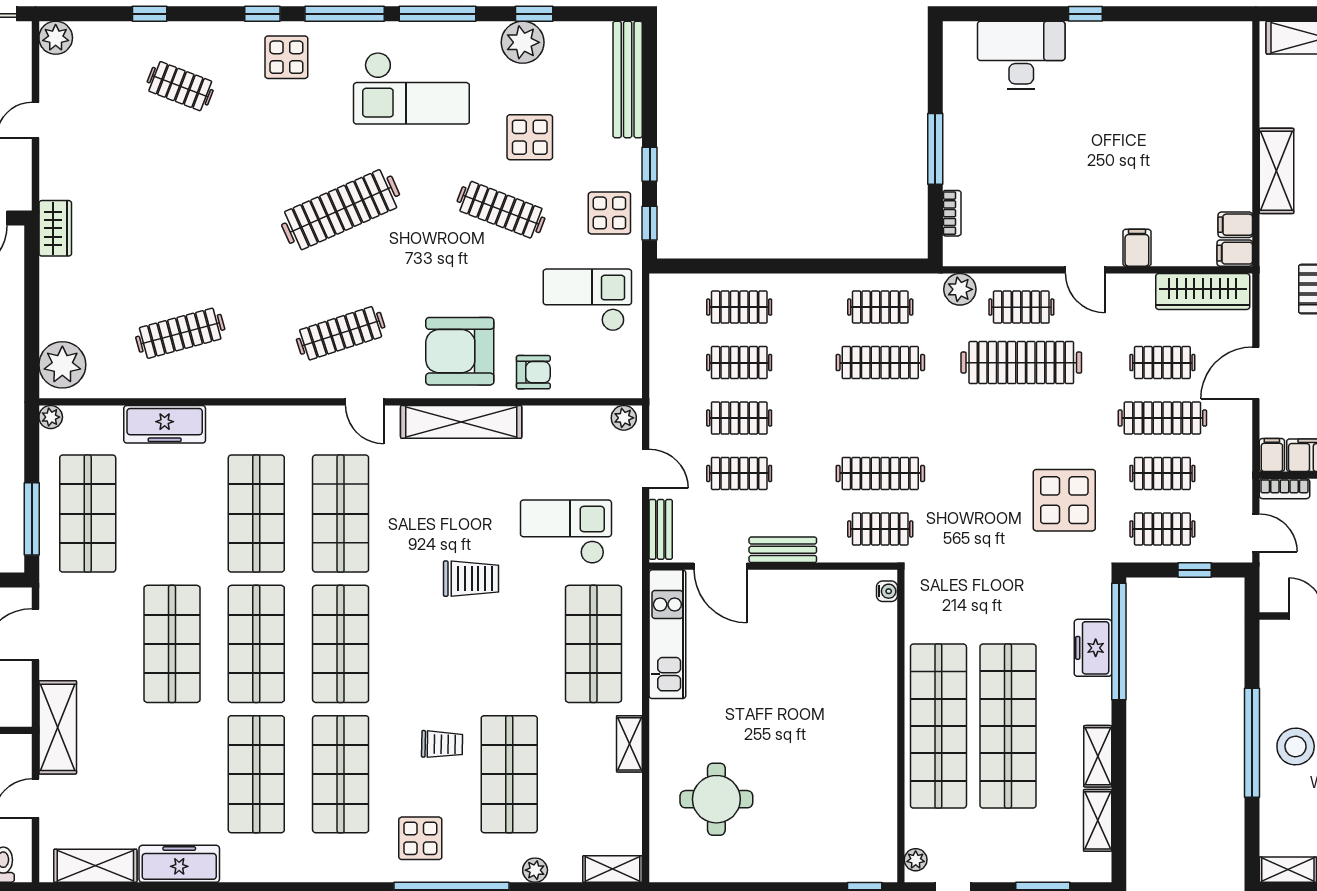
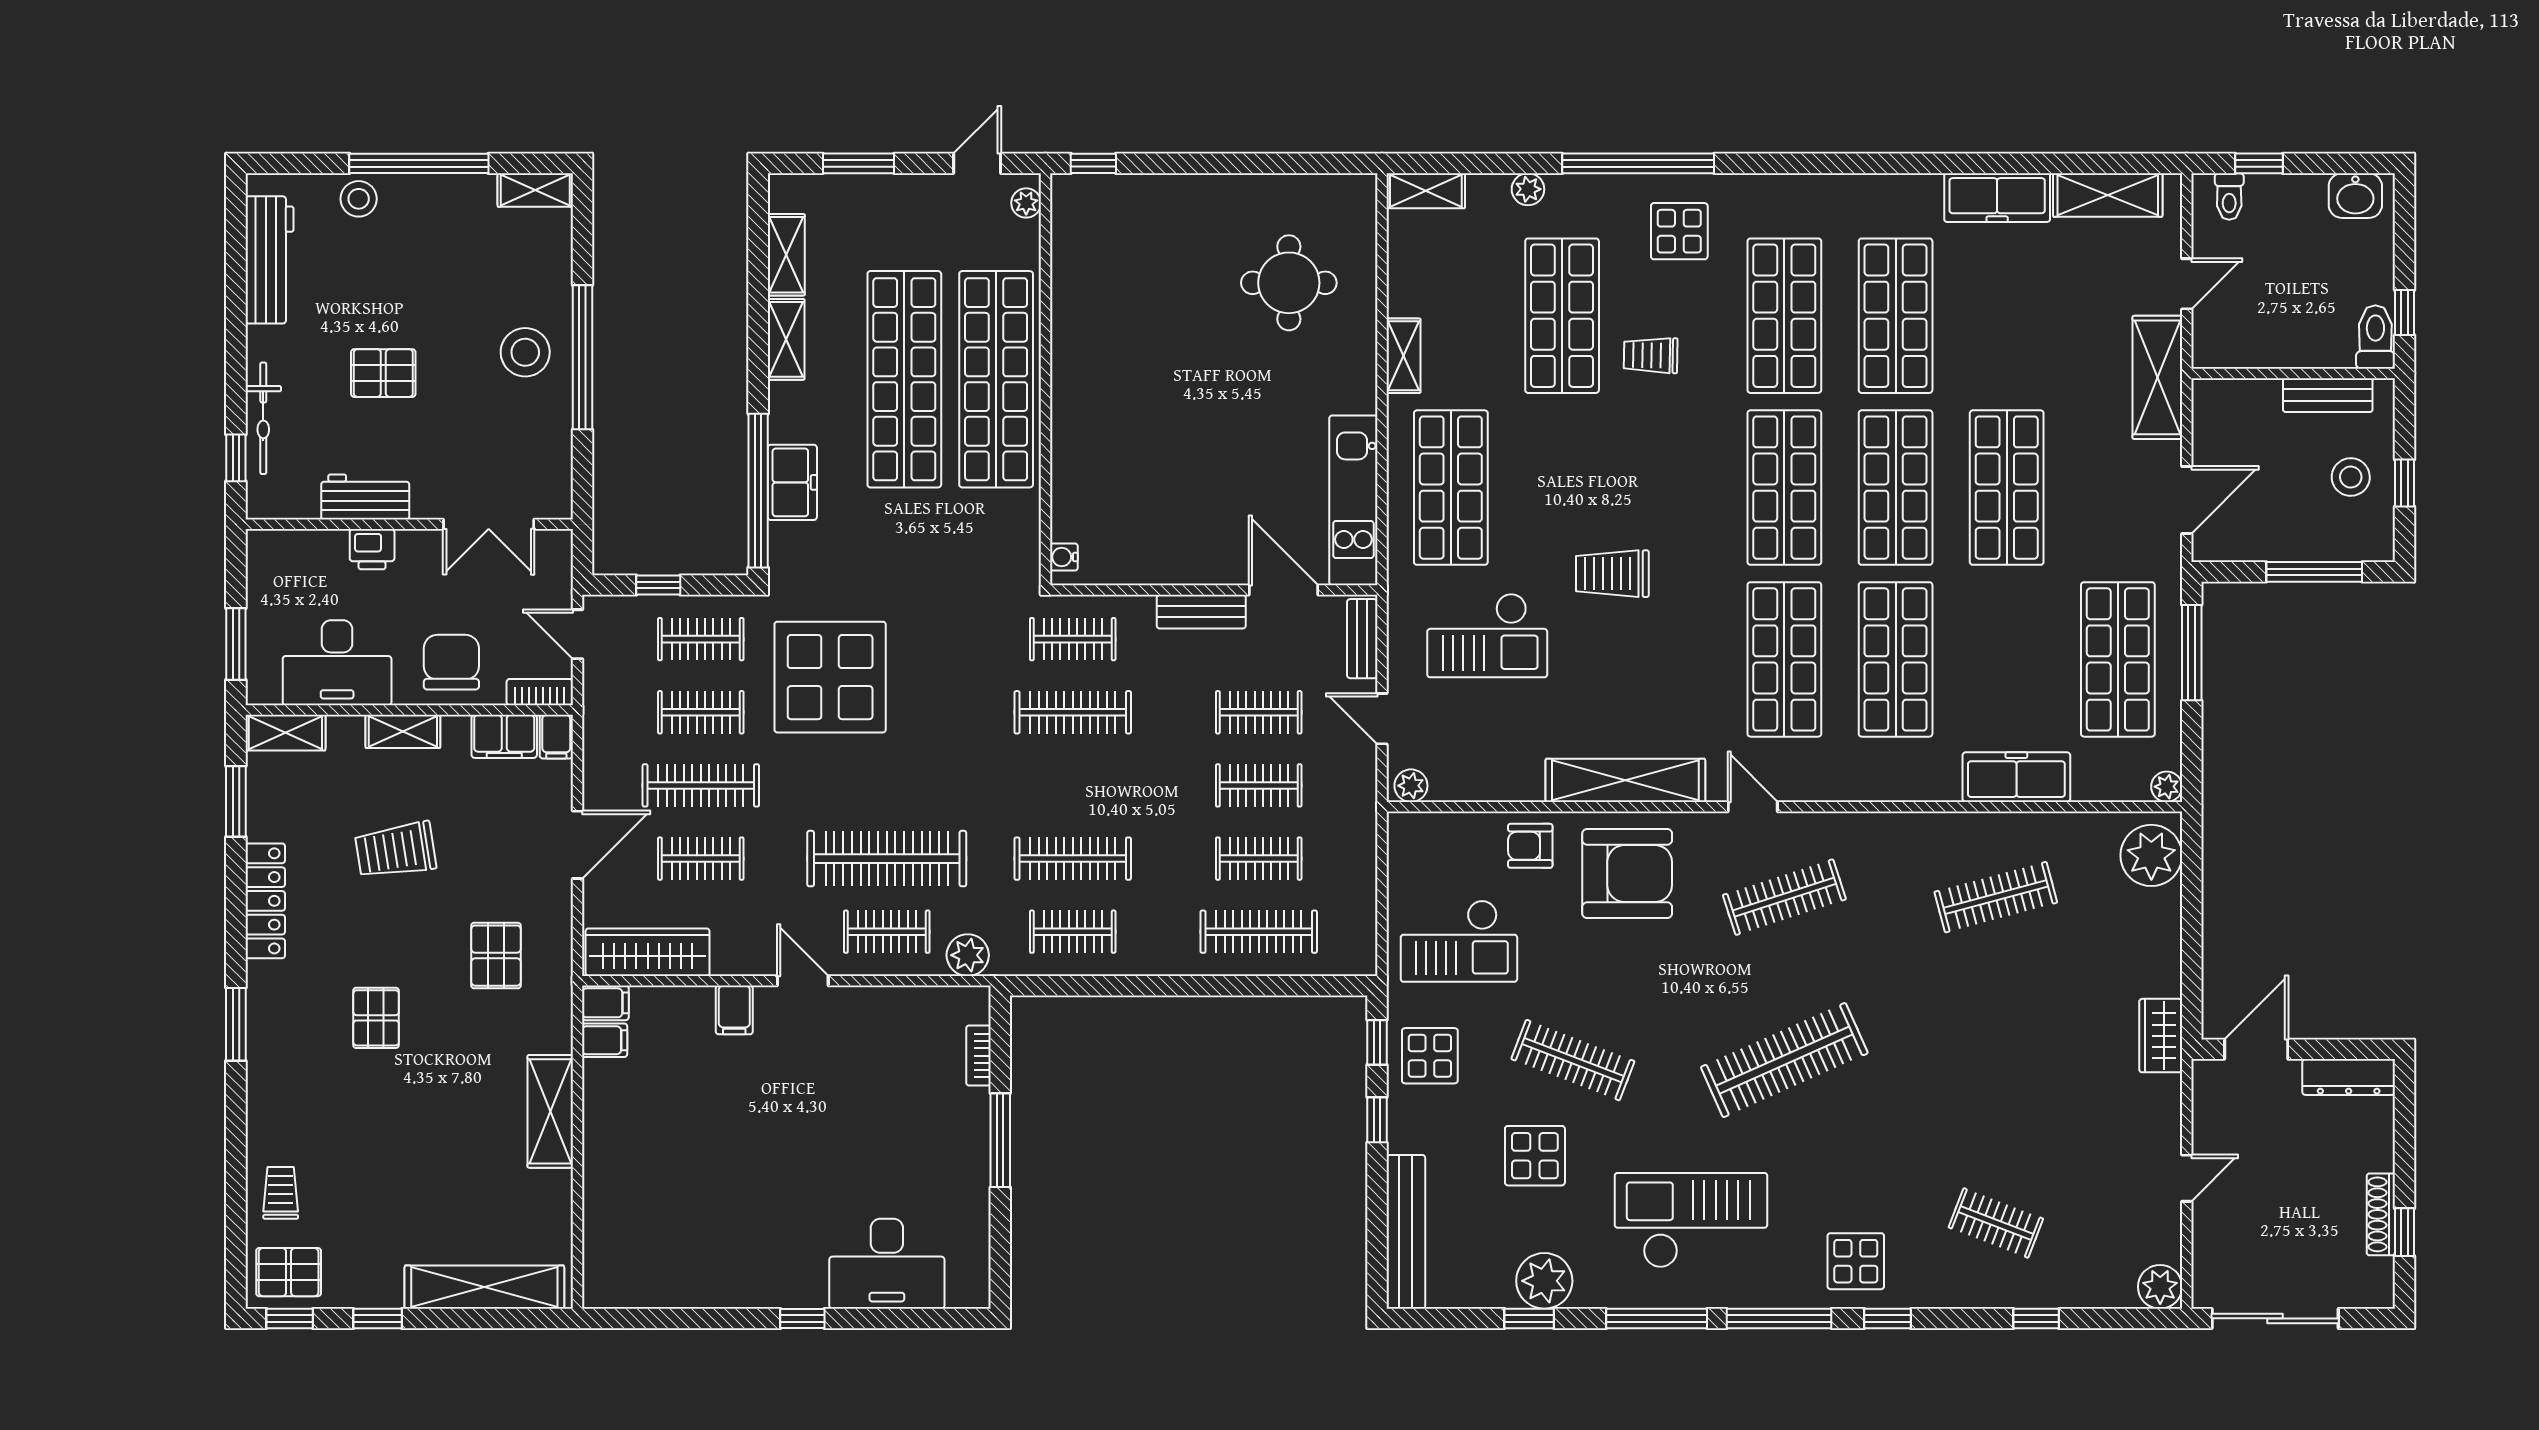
clothes rail: (739, 307) -> (1259, 932), width x1.36
display table: (1064, 500) -> (830, 677), width x1.36, depth x1.36

